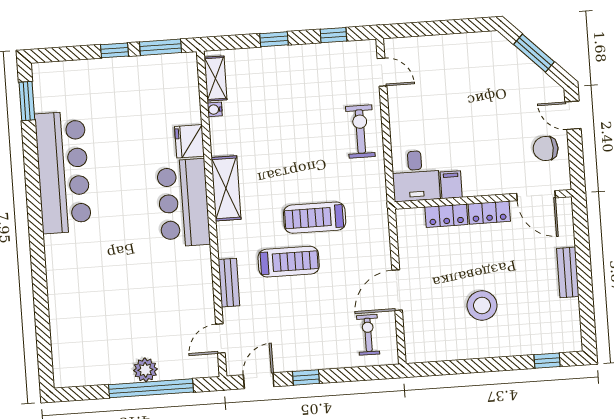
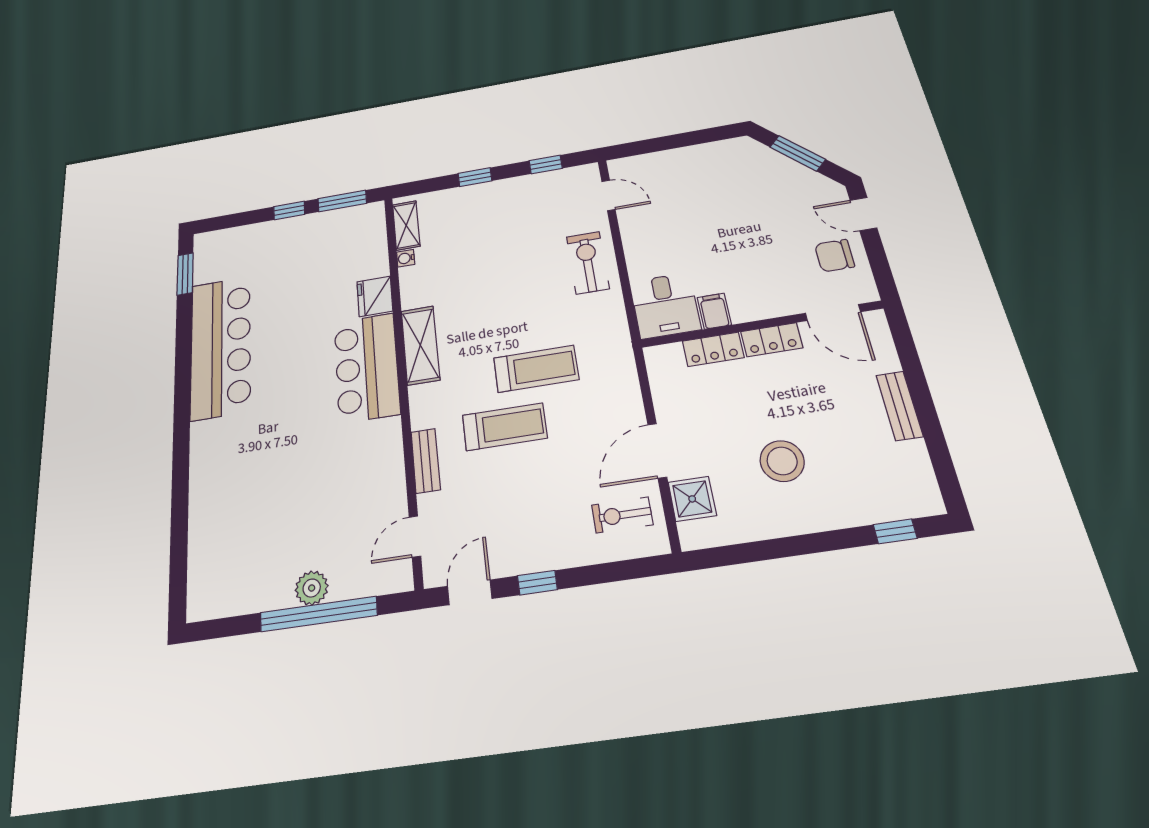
treadmill: (315, 218) -> (536, 369), turned 180
shower: (417, 327) -> (692, 499), added
exercise bike: (368, 335) -> (622, 515), turned -90

